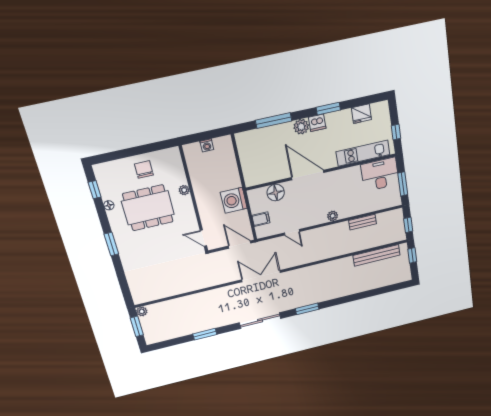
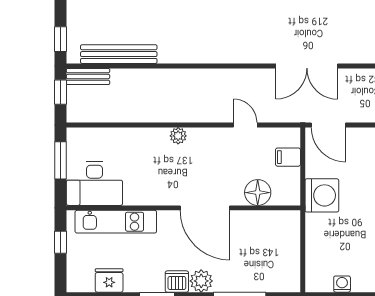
bench: (363, 222) -> (88, 77), moved

